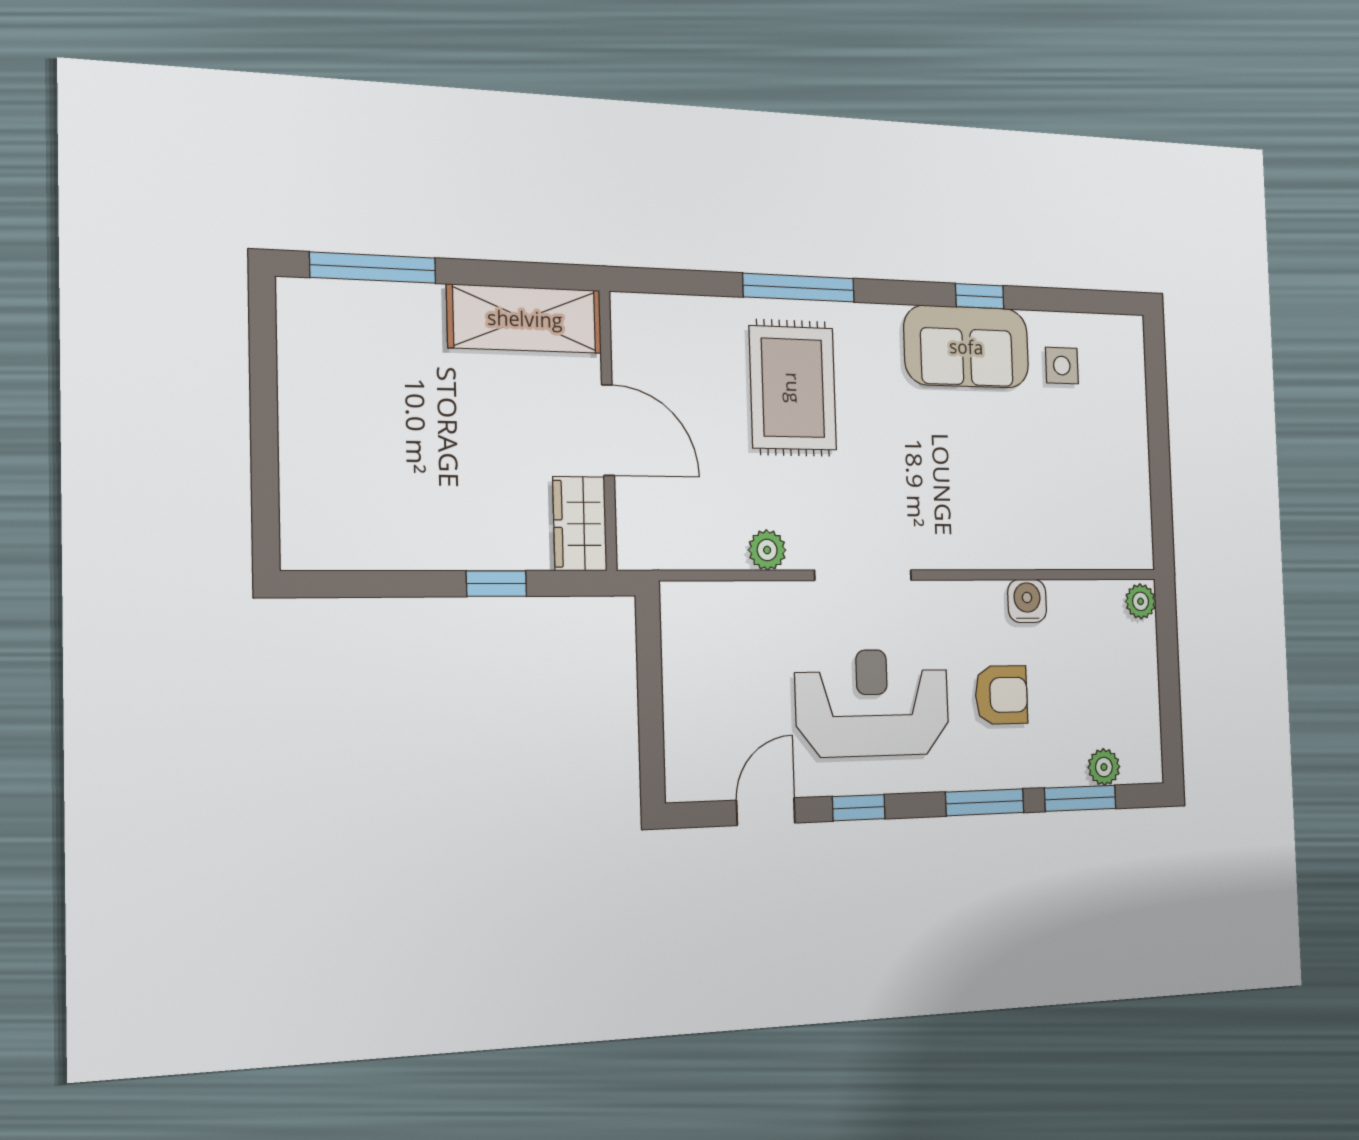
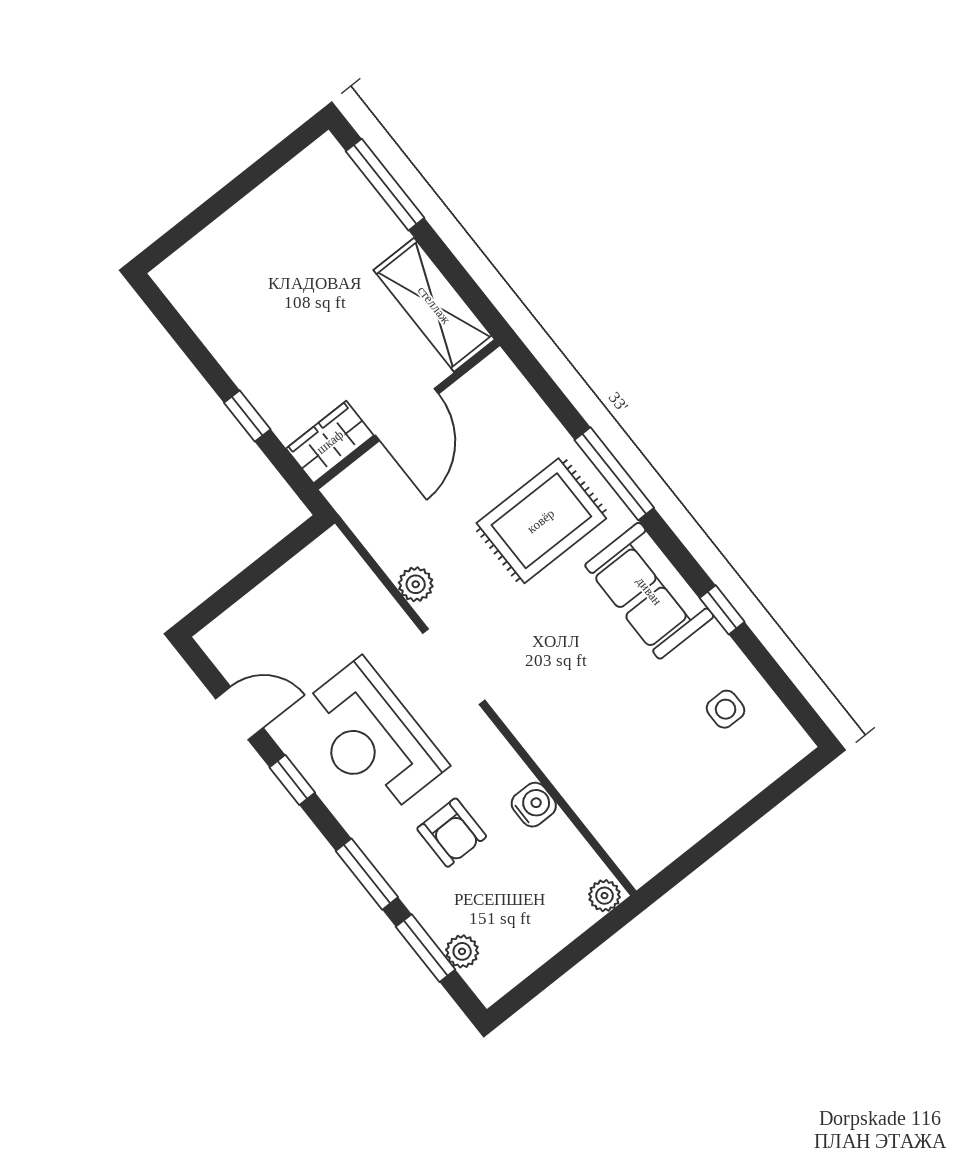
sofa: (966, 347) -> (649, 591), moved
reception desk: (872, 703) -> (371, 738), turned 180

